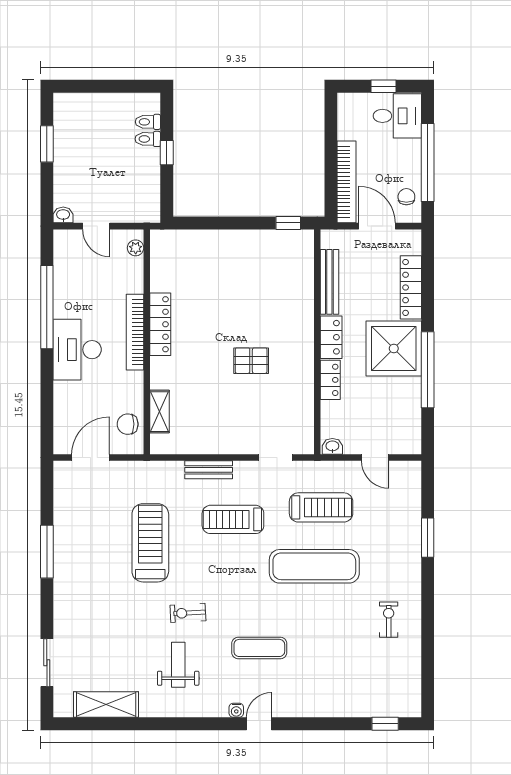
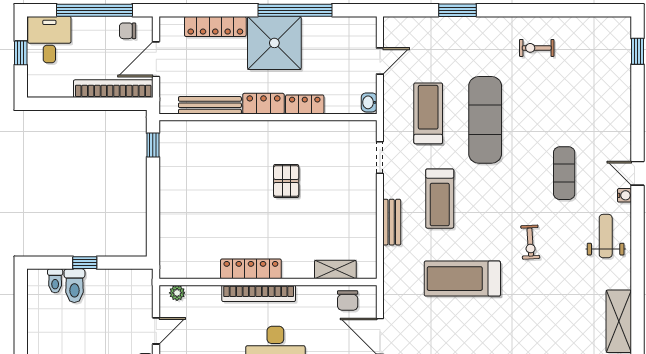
toilet: (148, 139) -> (74, 286), width x1.37, depth x1.39
weight bench: (178, 665) -> (606, 236), moved, turned 90

